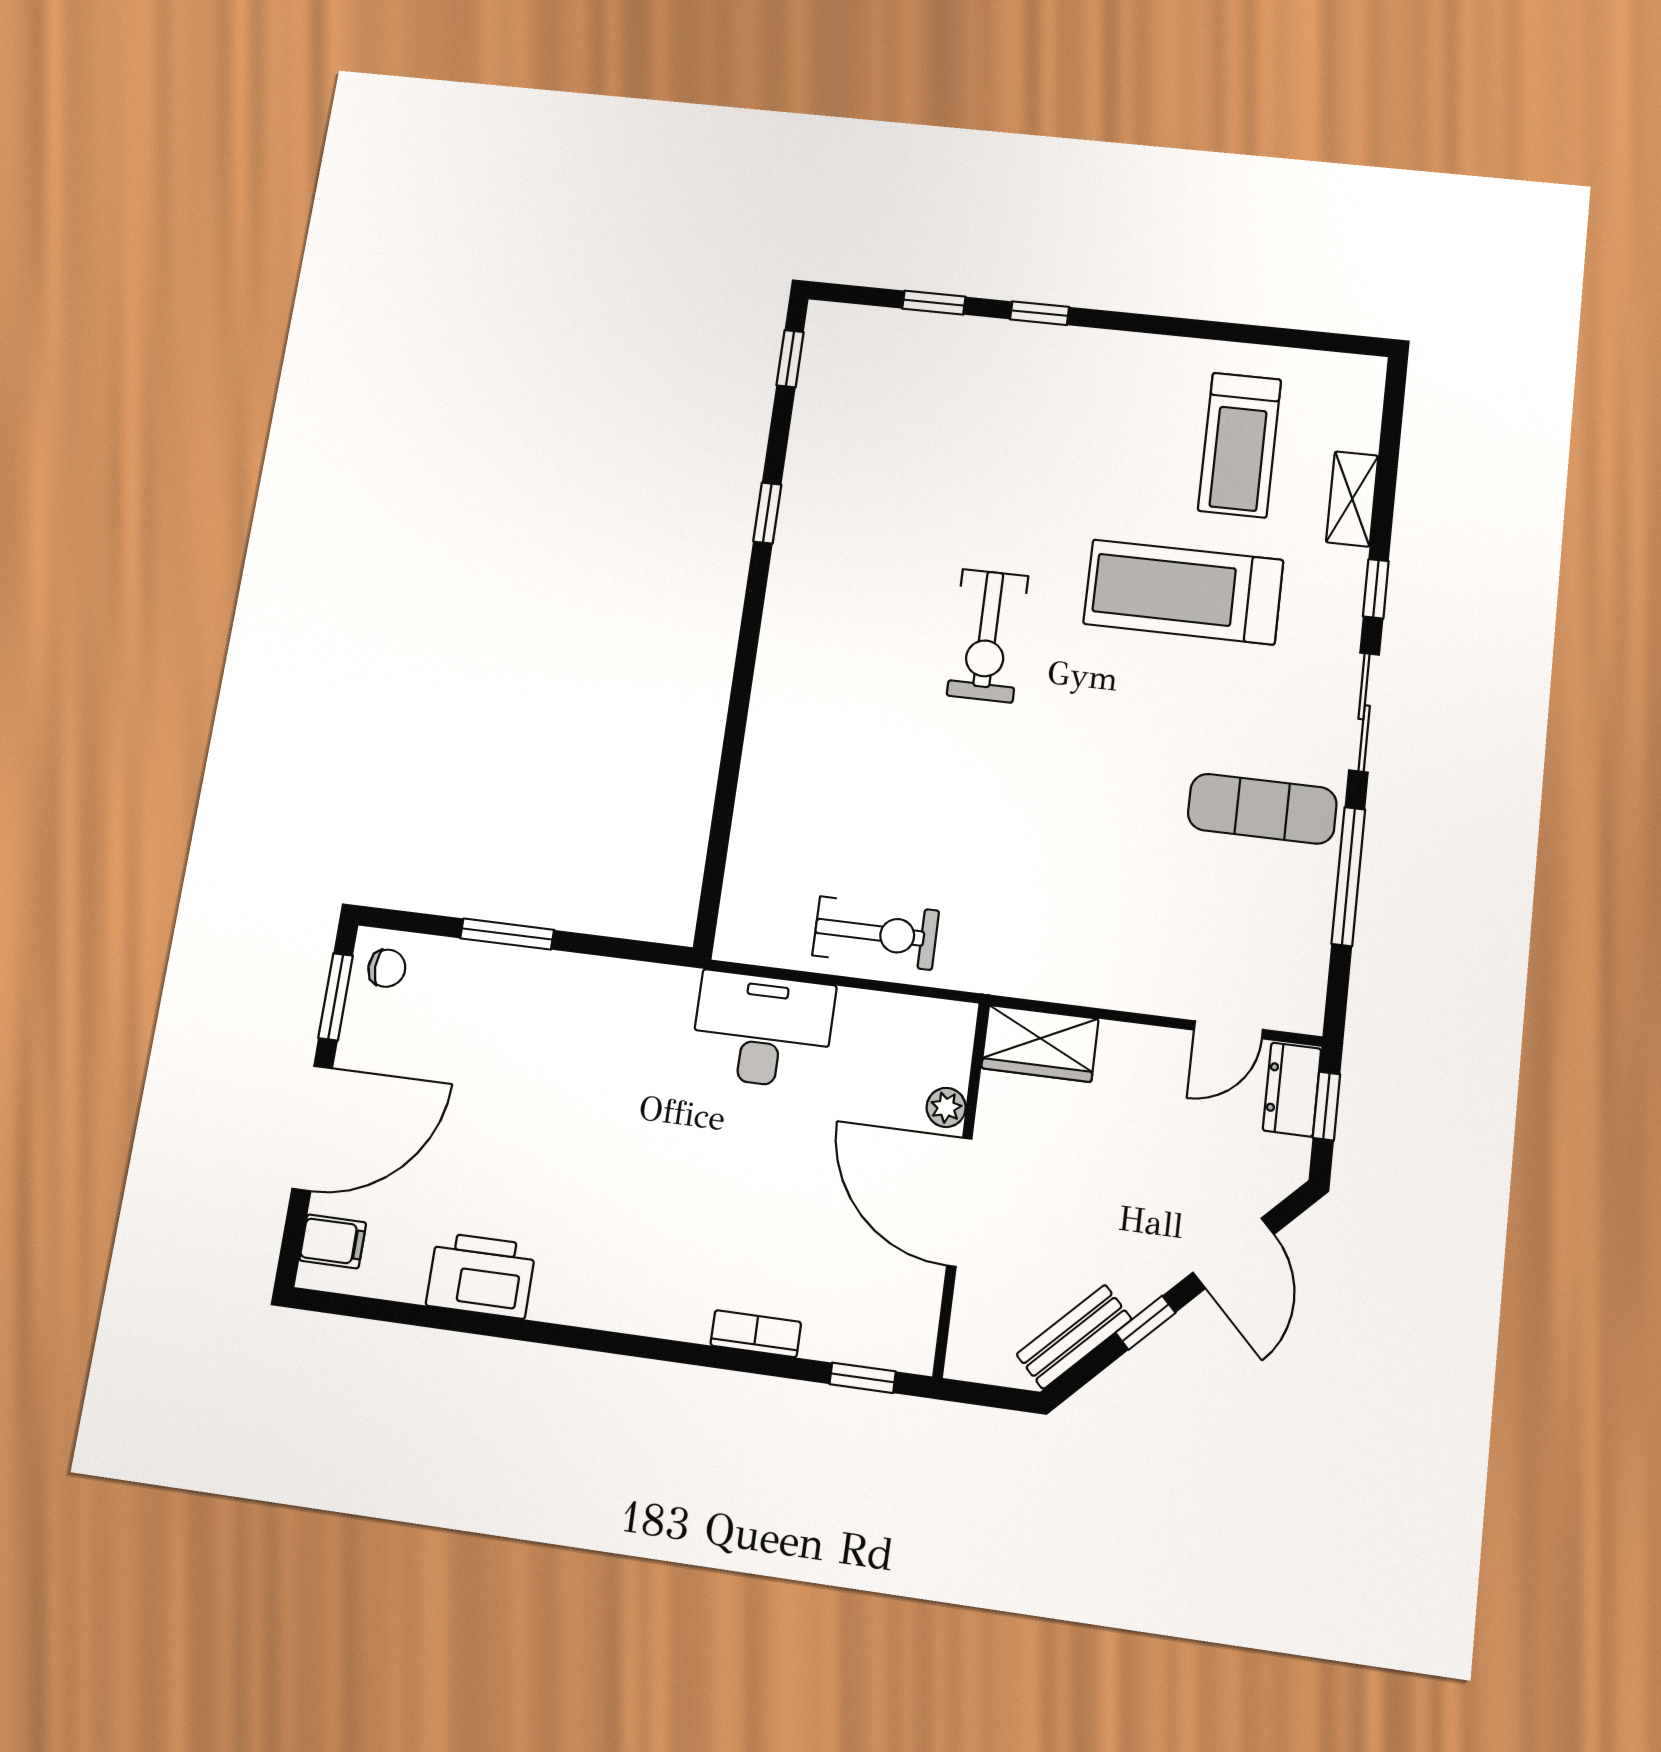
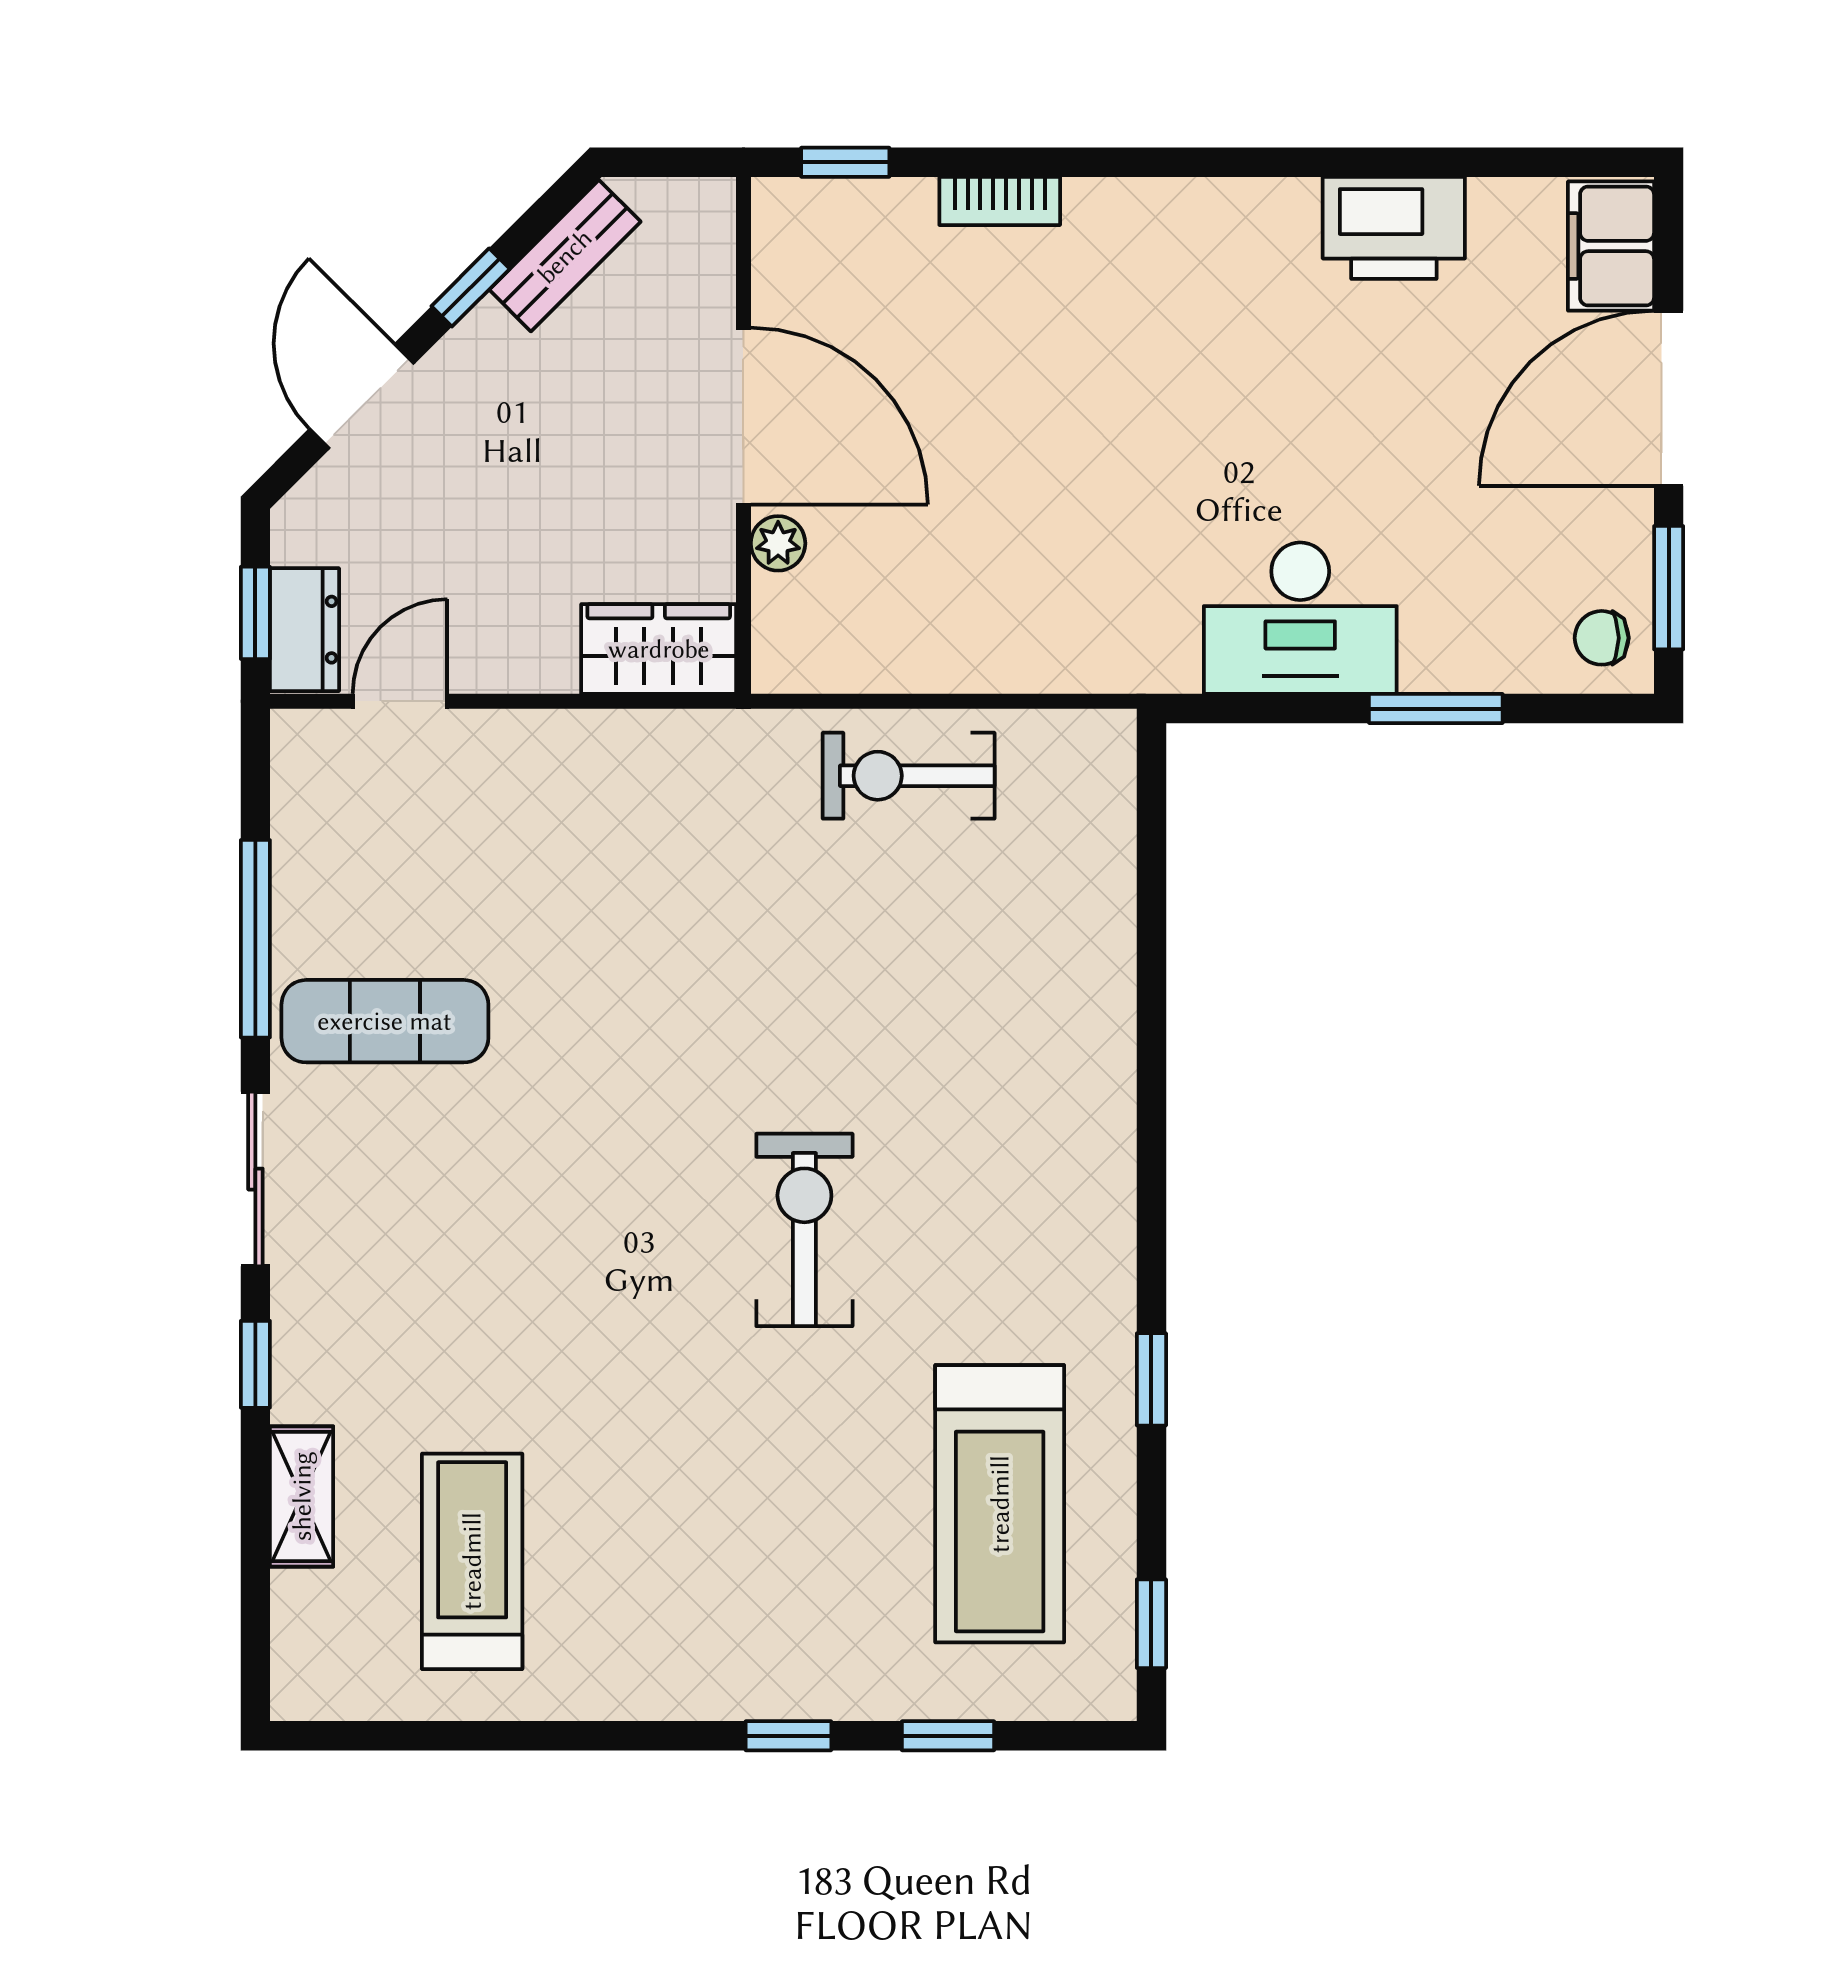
treadmill: (1183, 592) -> (1000, 1504), moved, turned 90
desk: (762, 1030) -> (1300, 618), moved
filing cabinet: (333, 1241) -> (1611, 246), width x2.00

